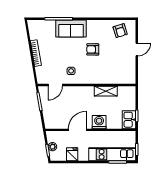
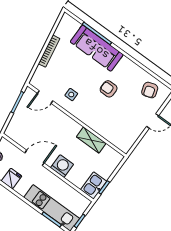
sofa: (71, 28) -> (97, 48), width x1.36

